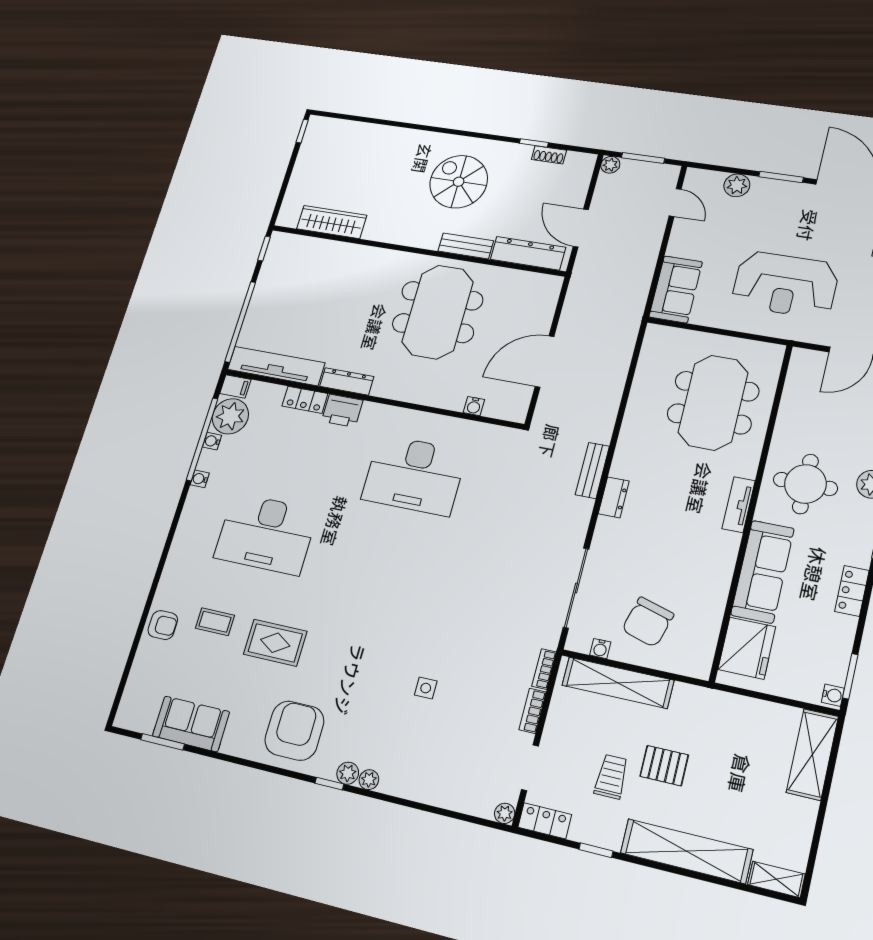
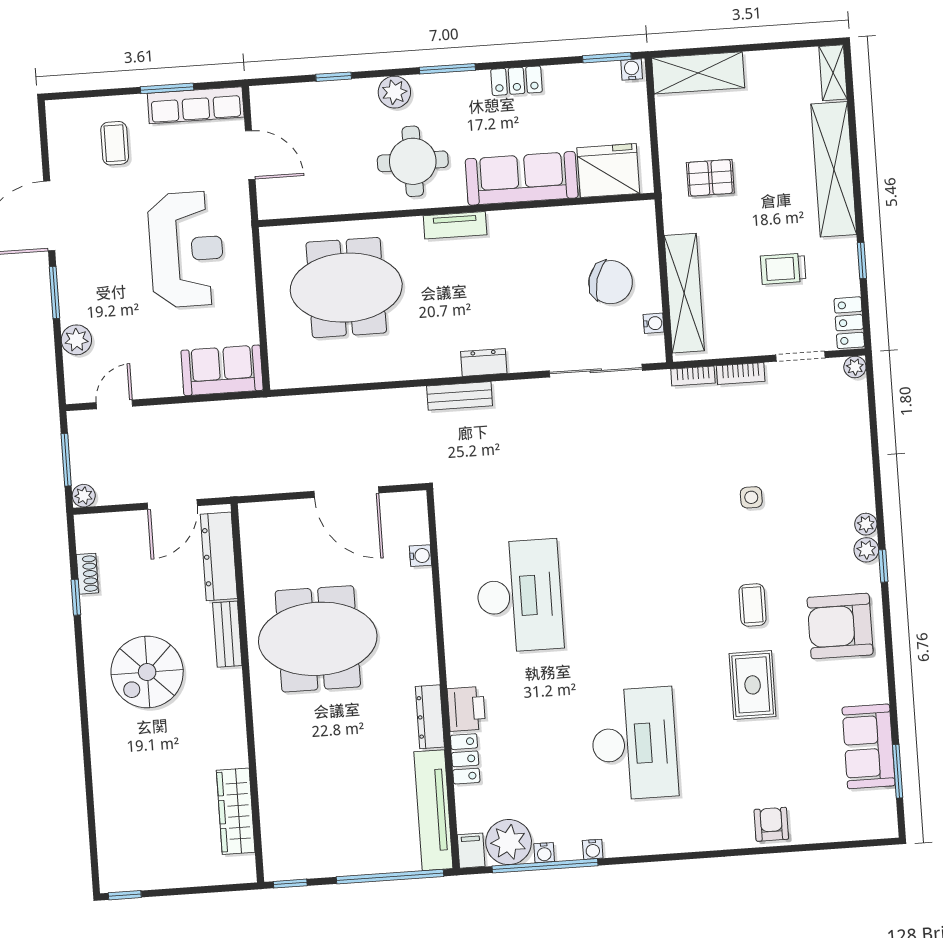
coffee table: (215, 622) -> (753, 605), moved
pallet: (664, 766) -> (710, 178), moved, turned 90

